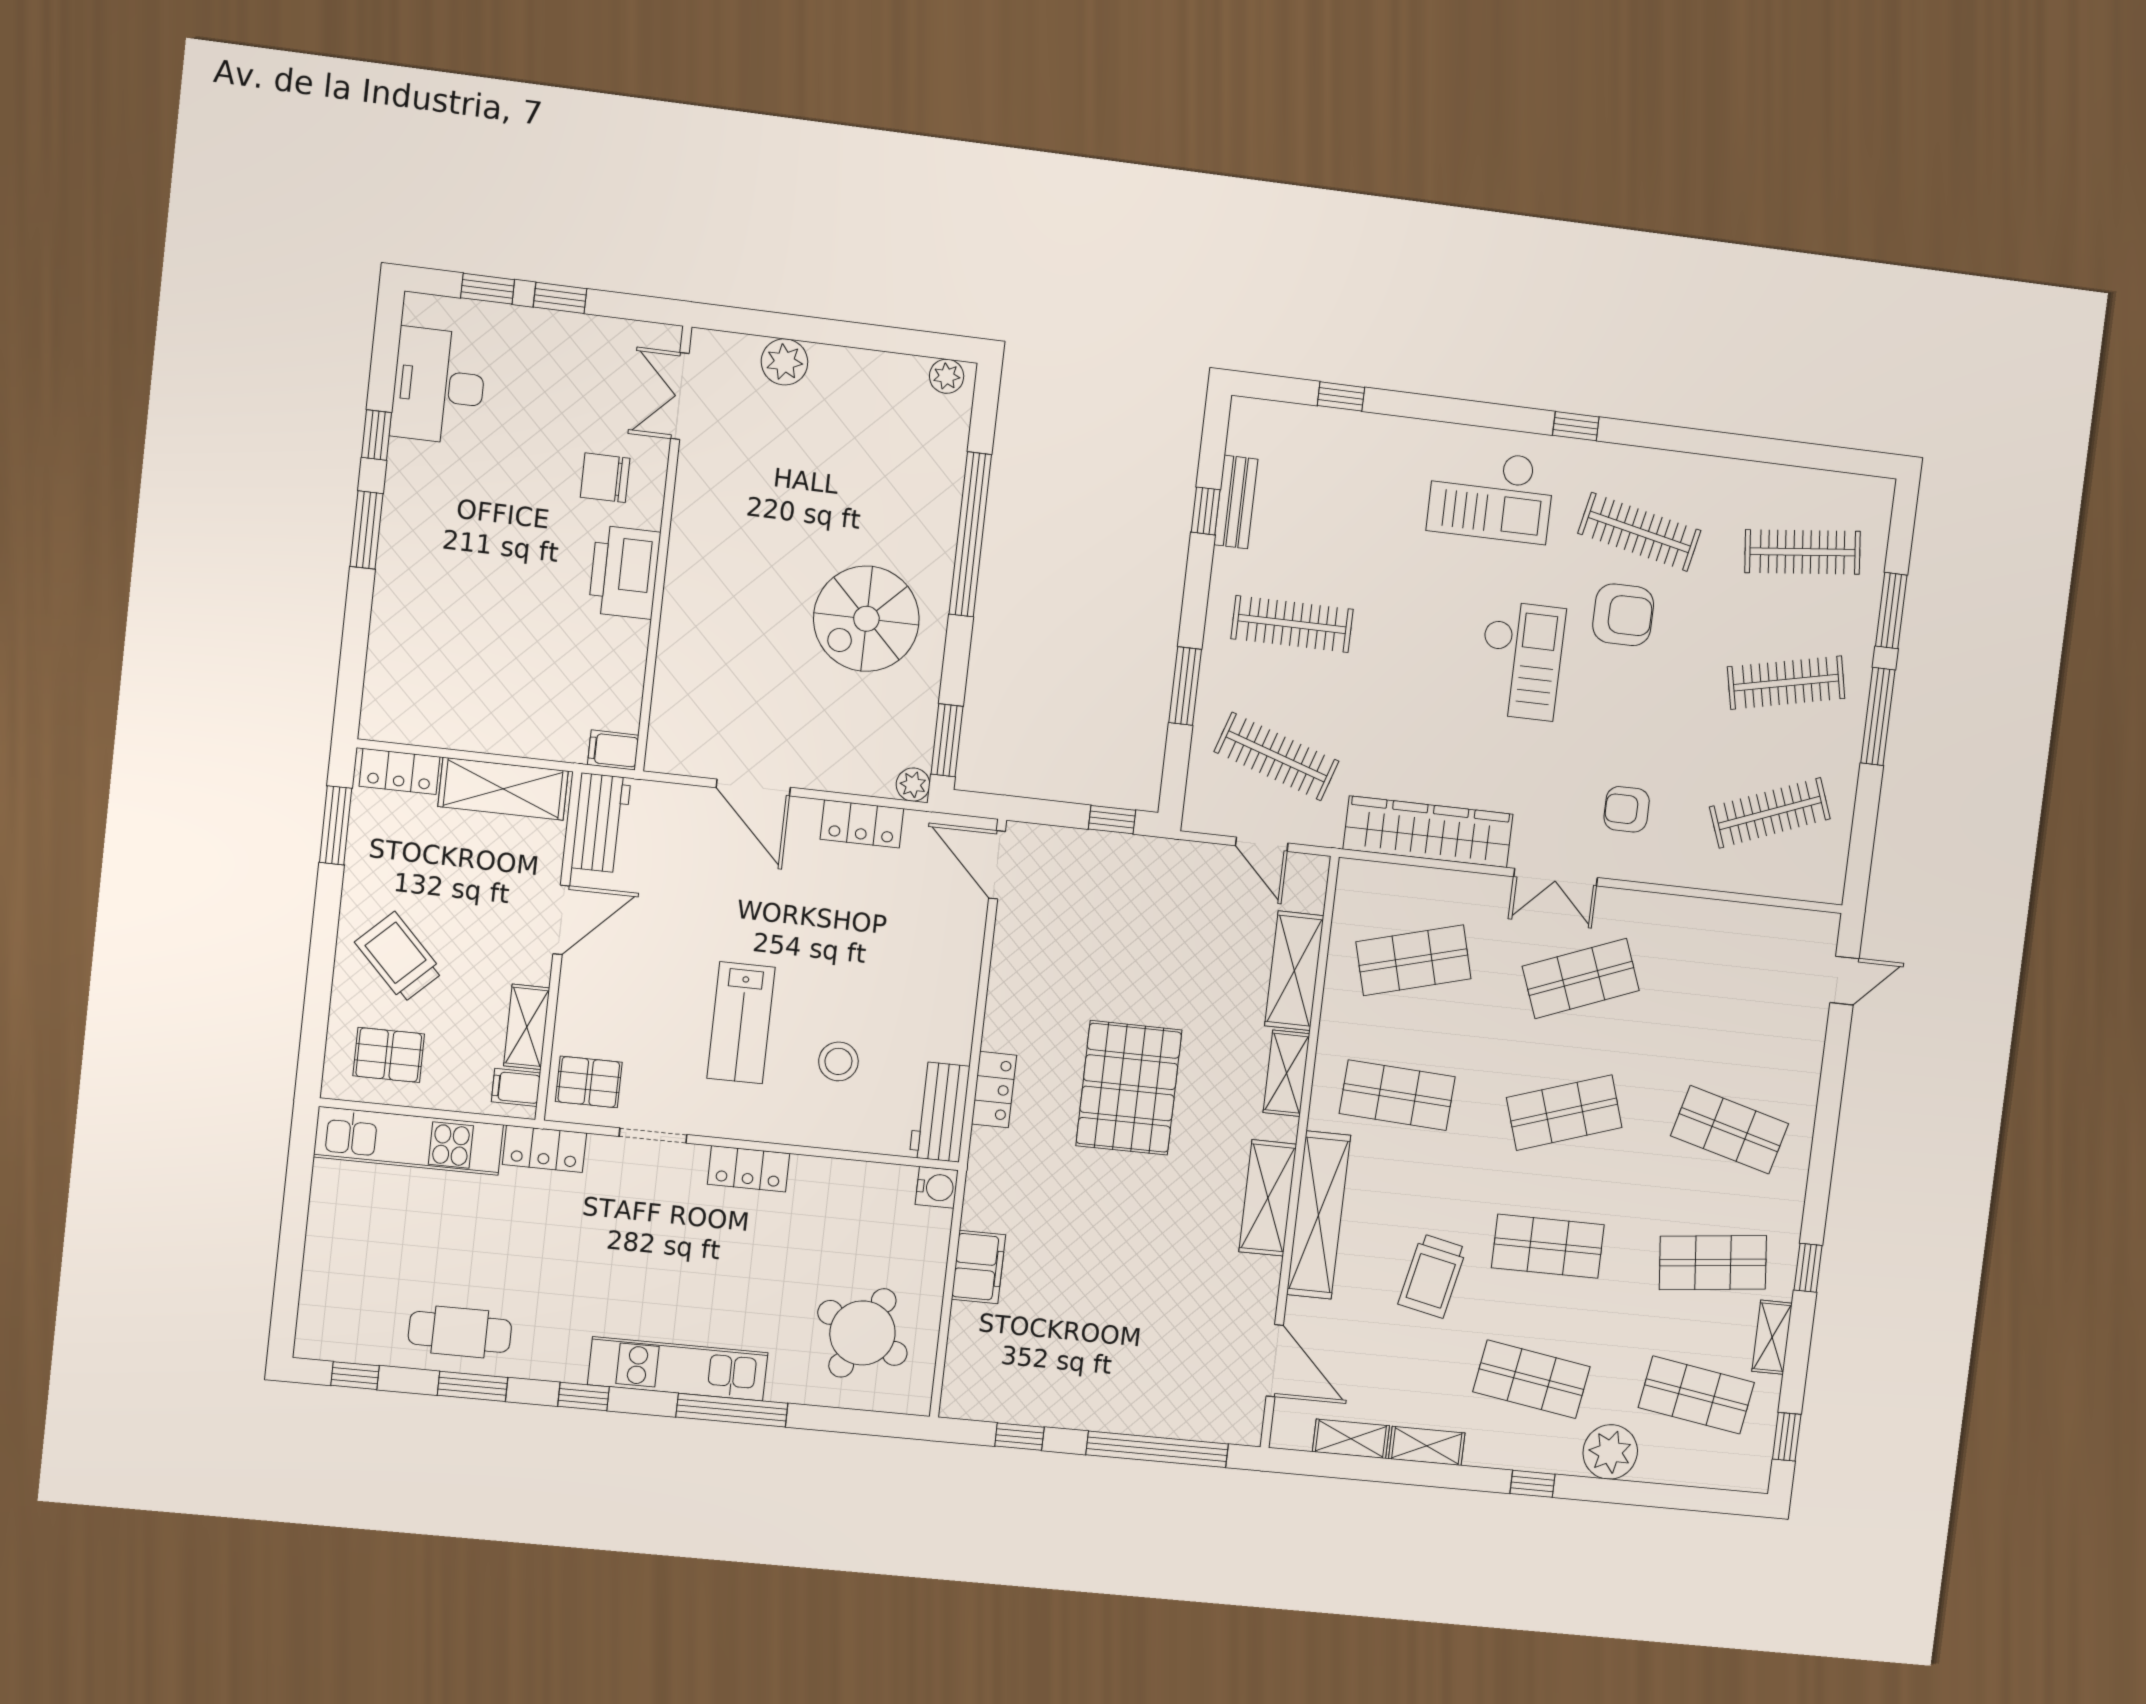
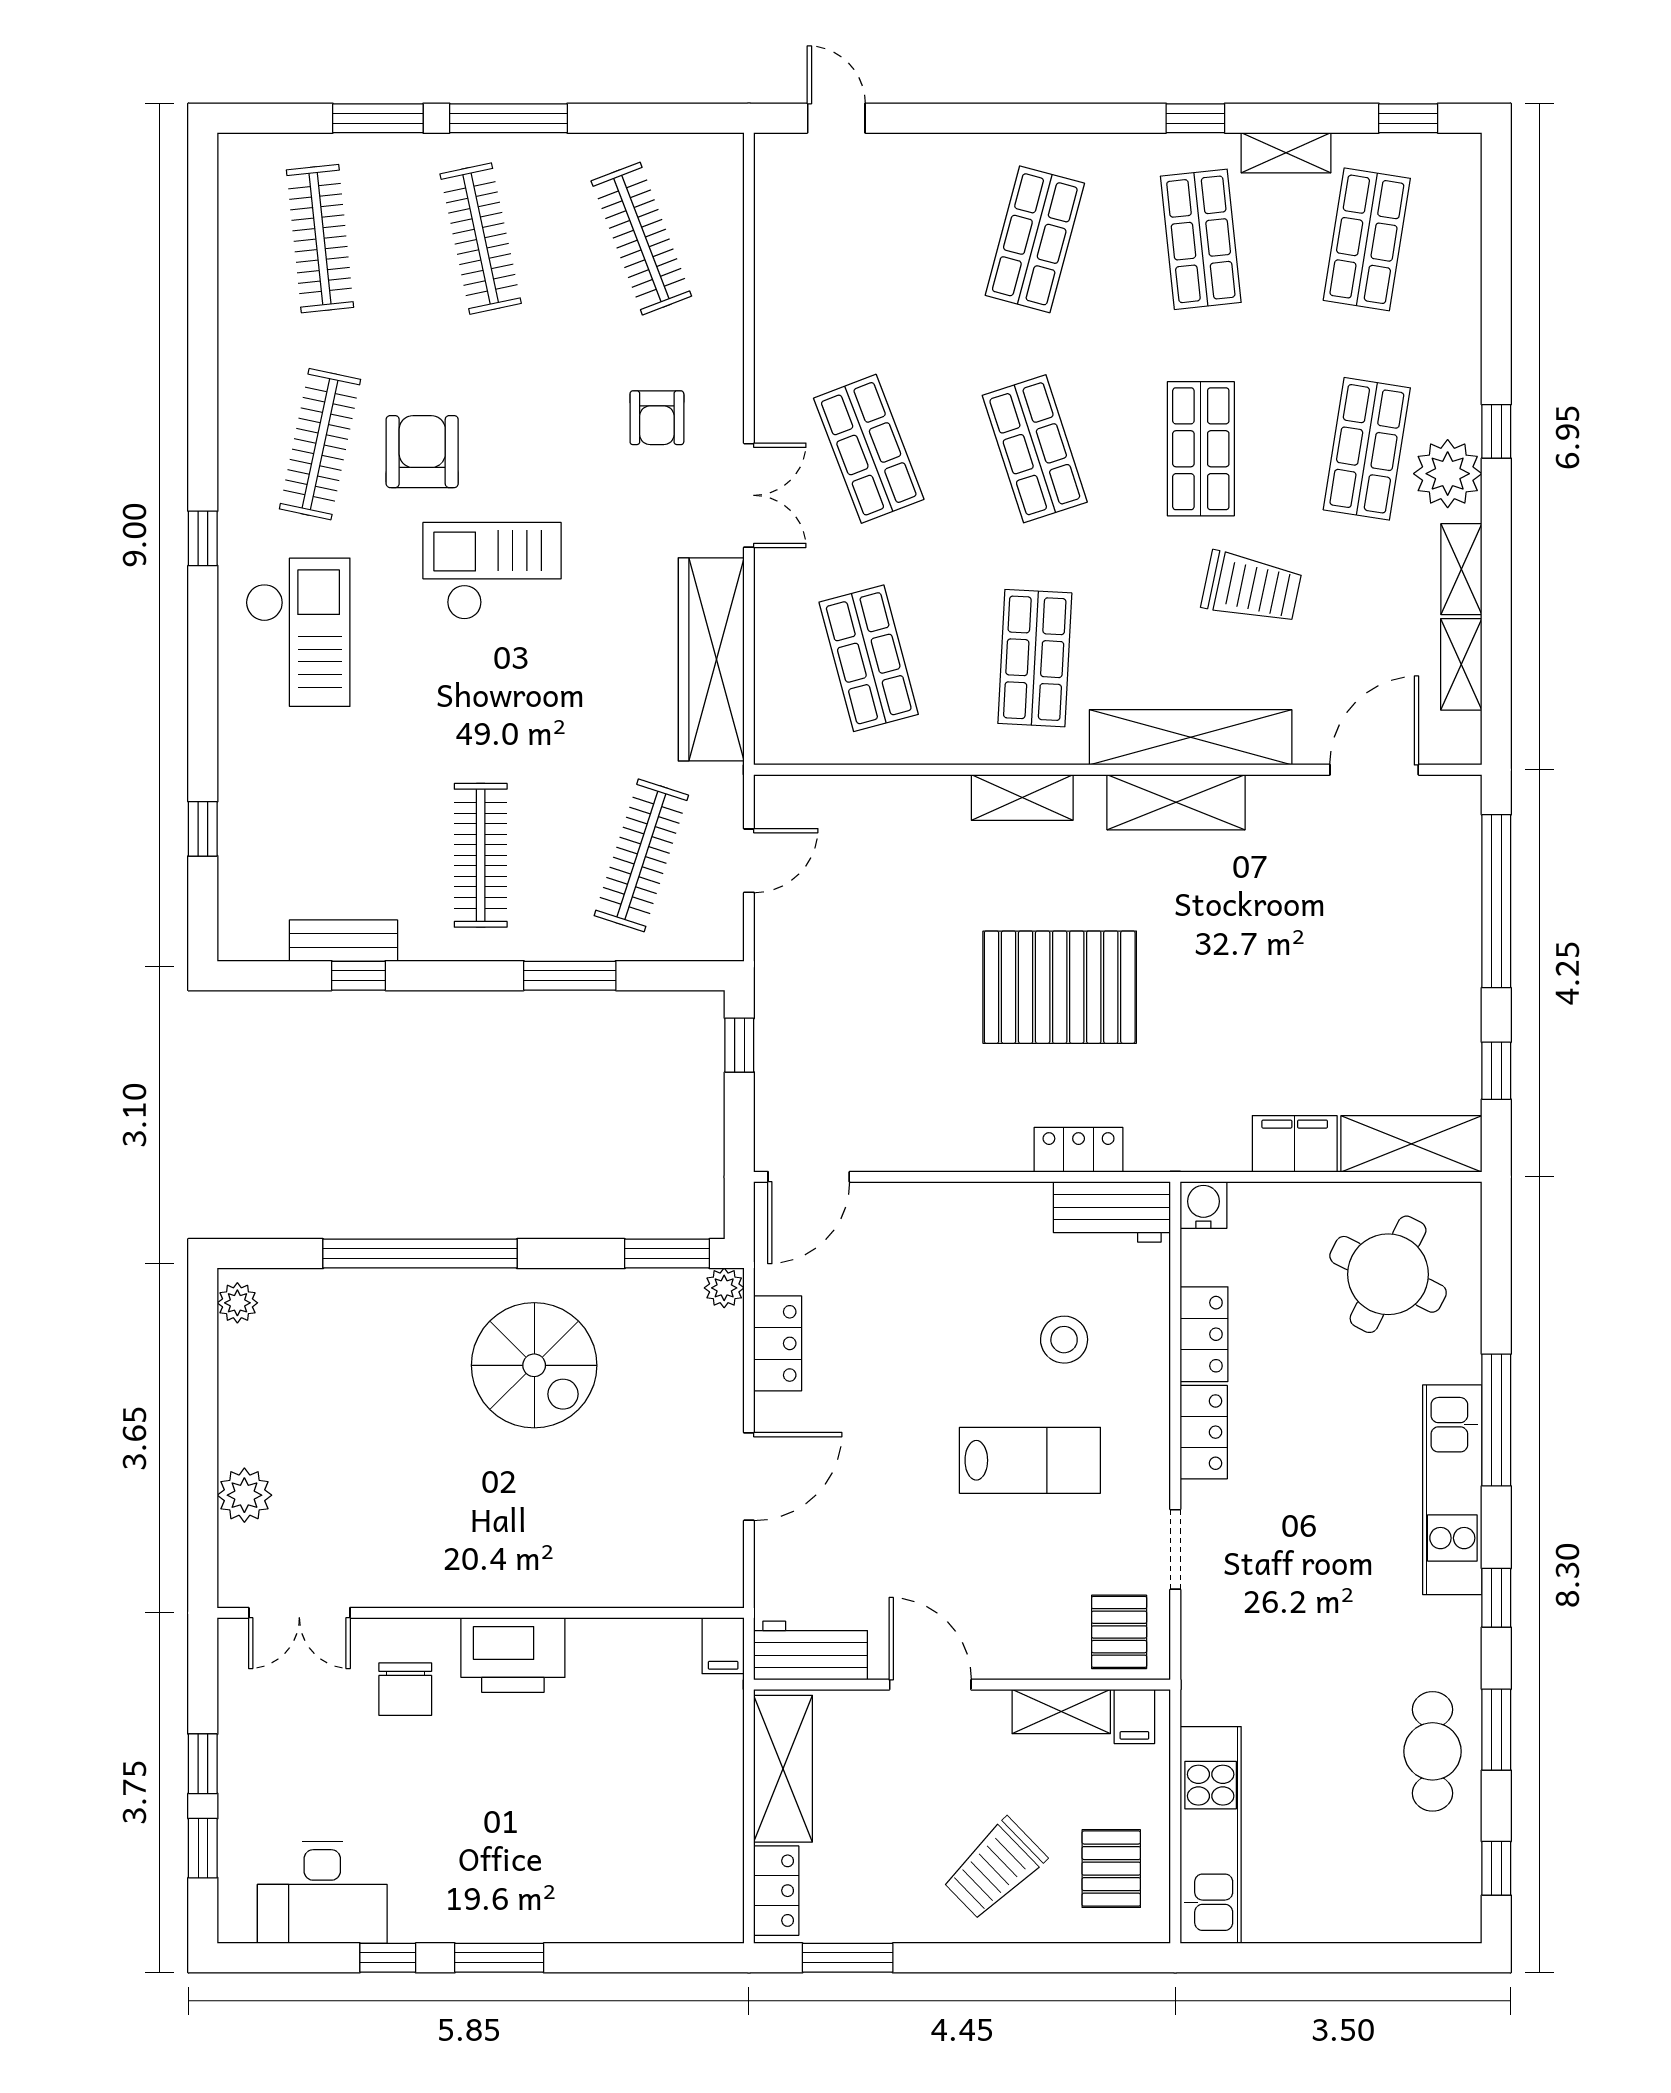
shelving: (1294, 971) -> (1411, 1144), moved
locker: (544, 1149) -> (1204, 1334), moved
plant: (1610, 1452) -> (1448, 474), moved

